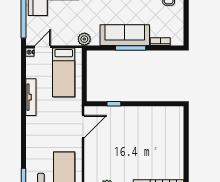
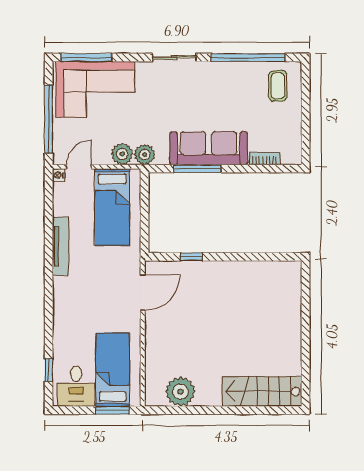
plant: (70, 39) -> (122, 154), added
window: (131, 48) -> (197, 169), moved

